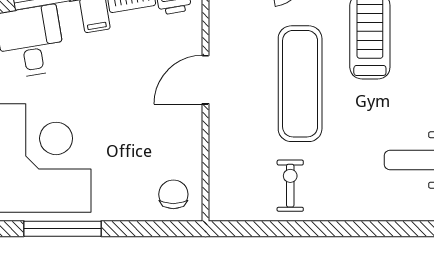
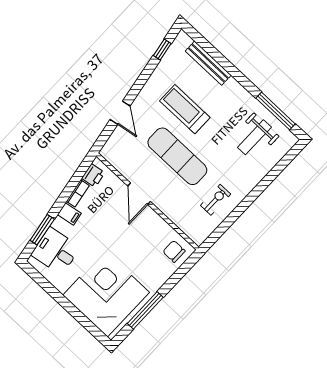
exercise bike: (290, 186) -> (216, 200), turned 90

